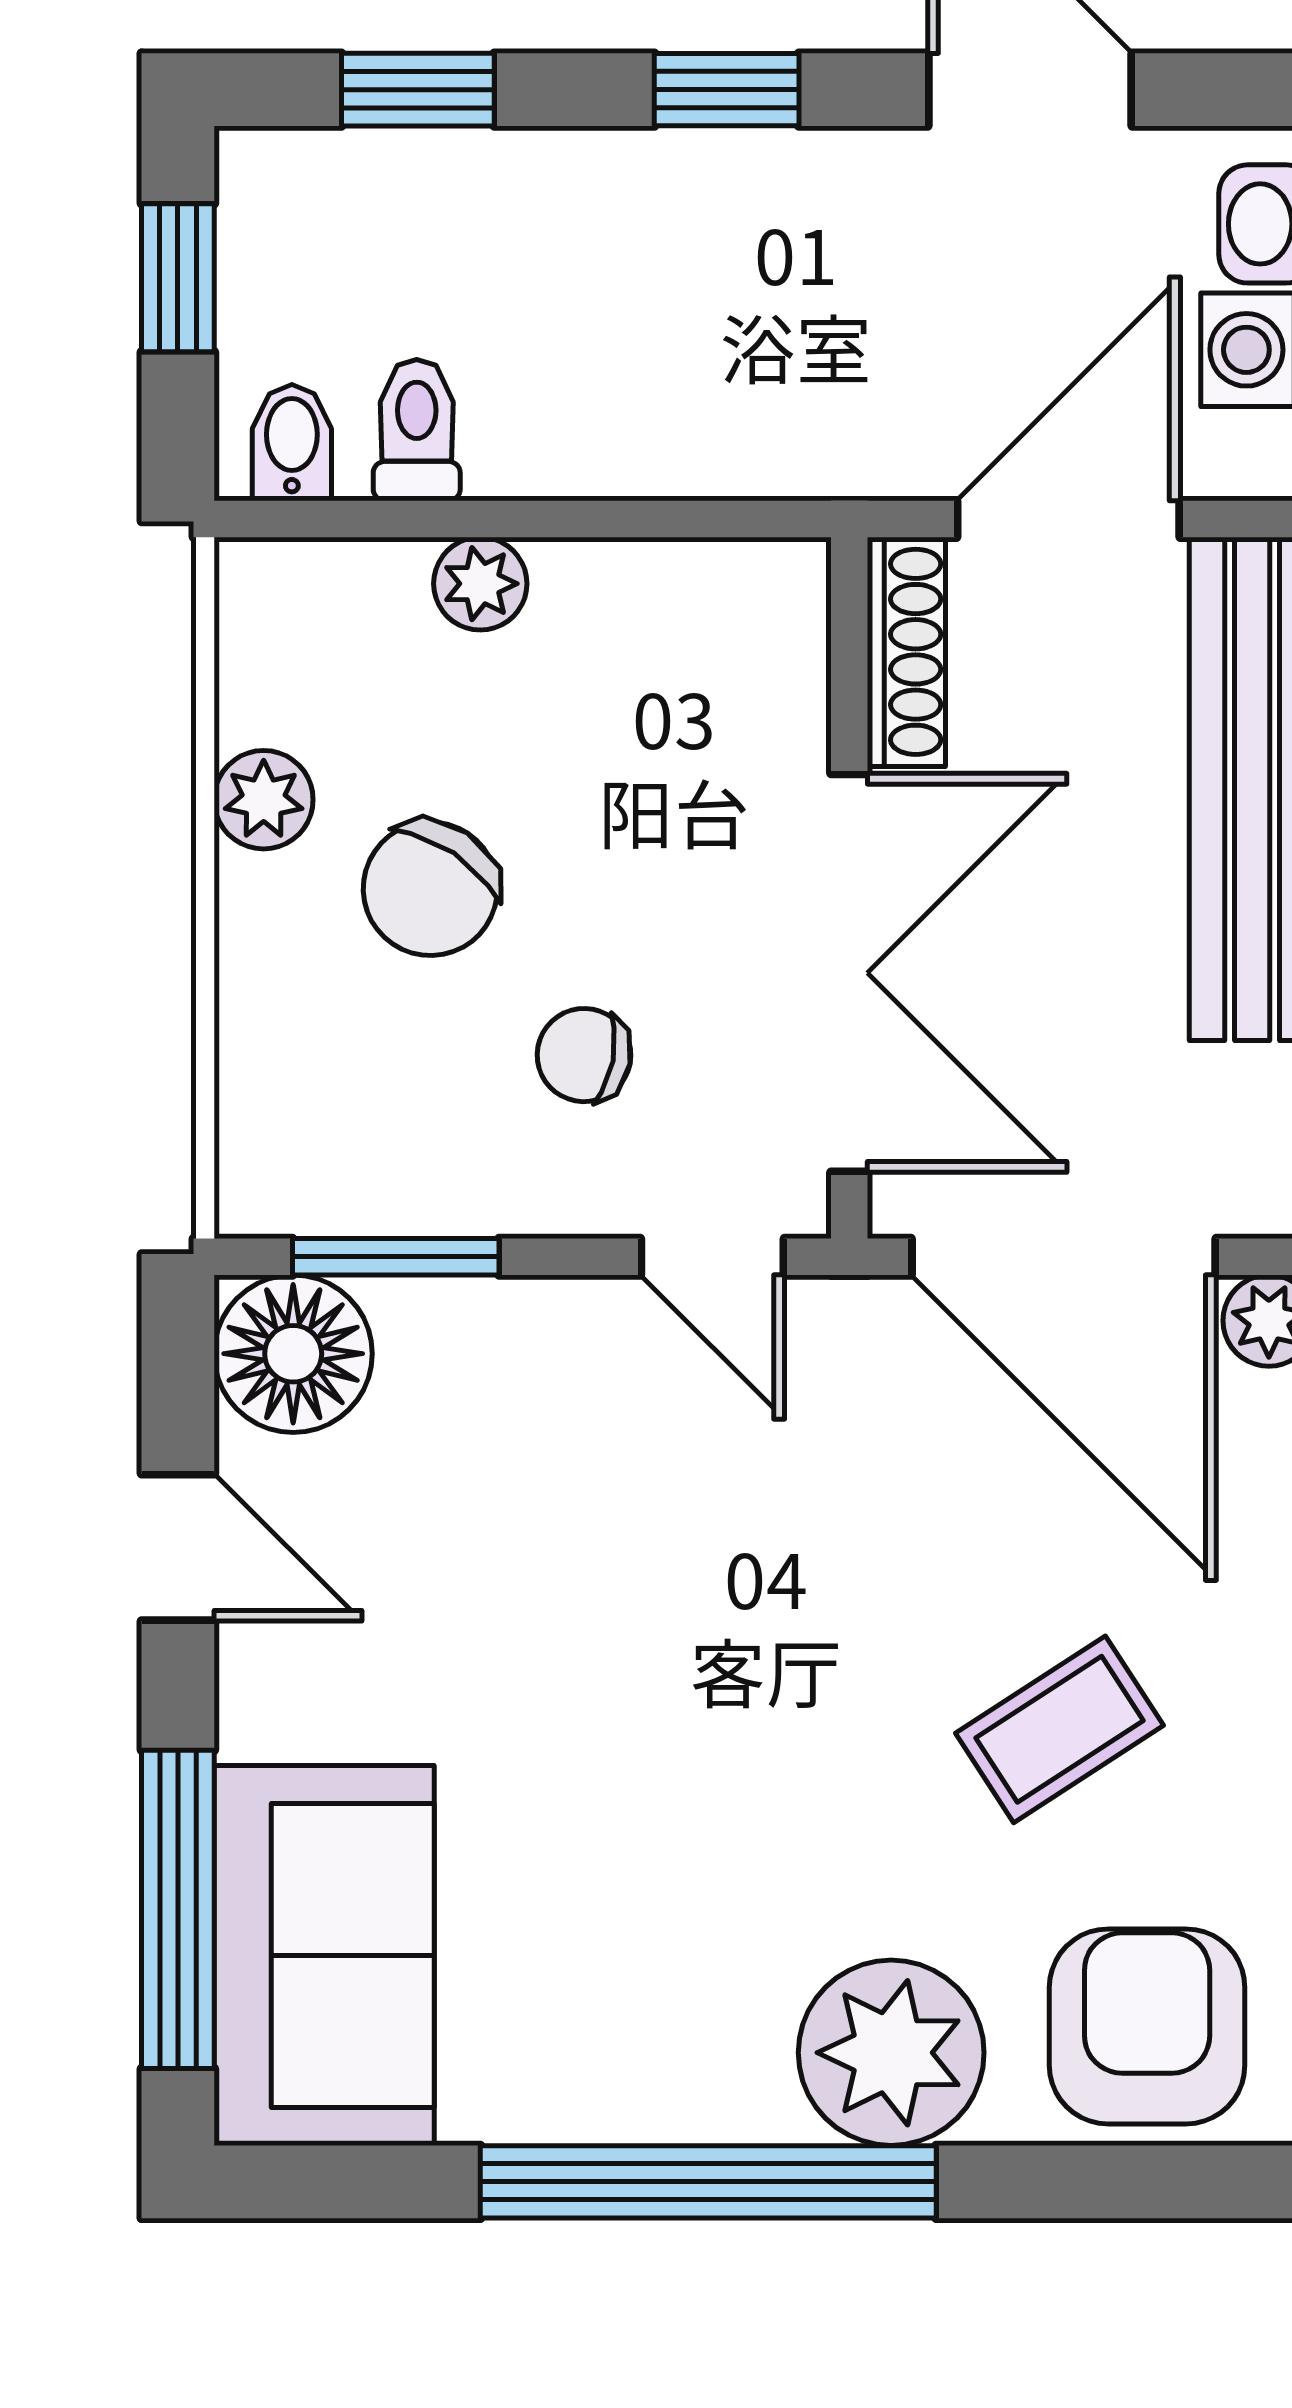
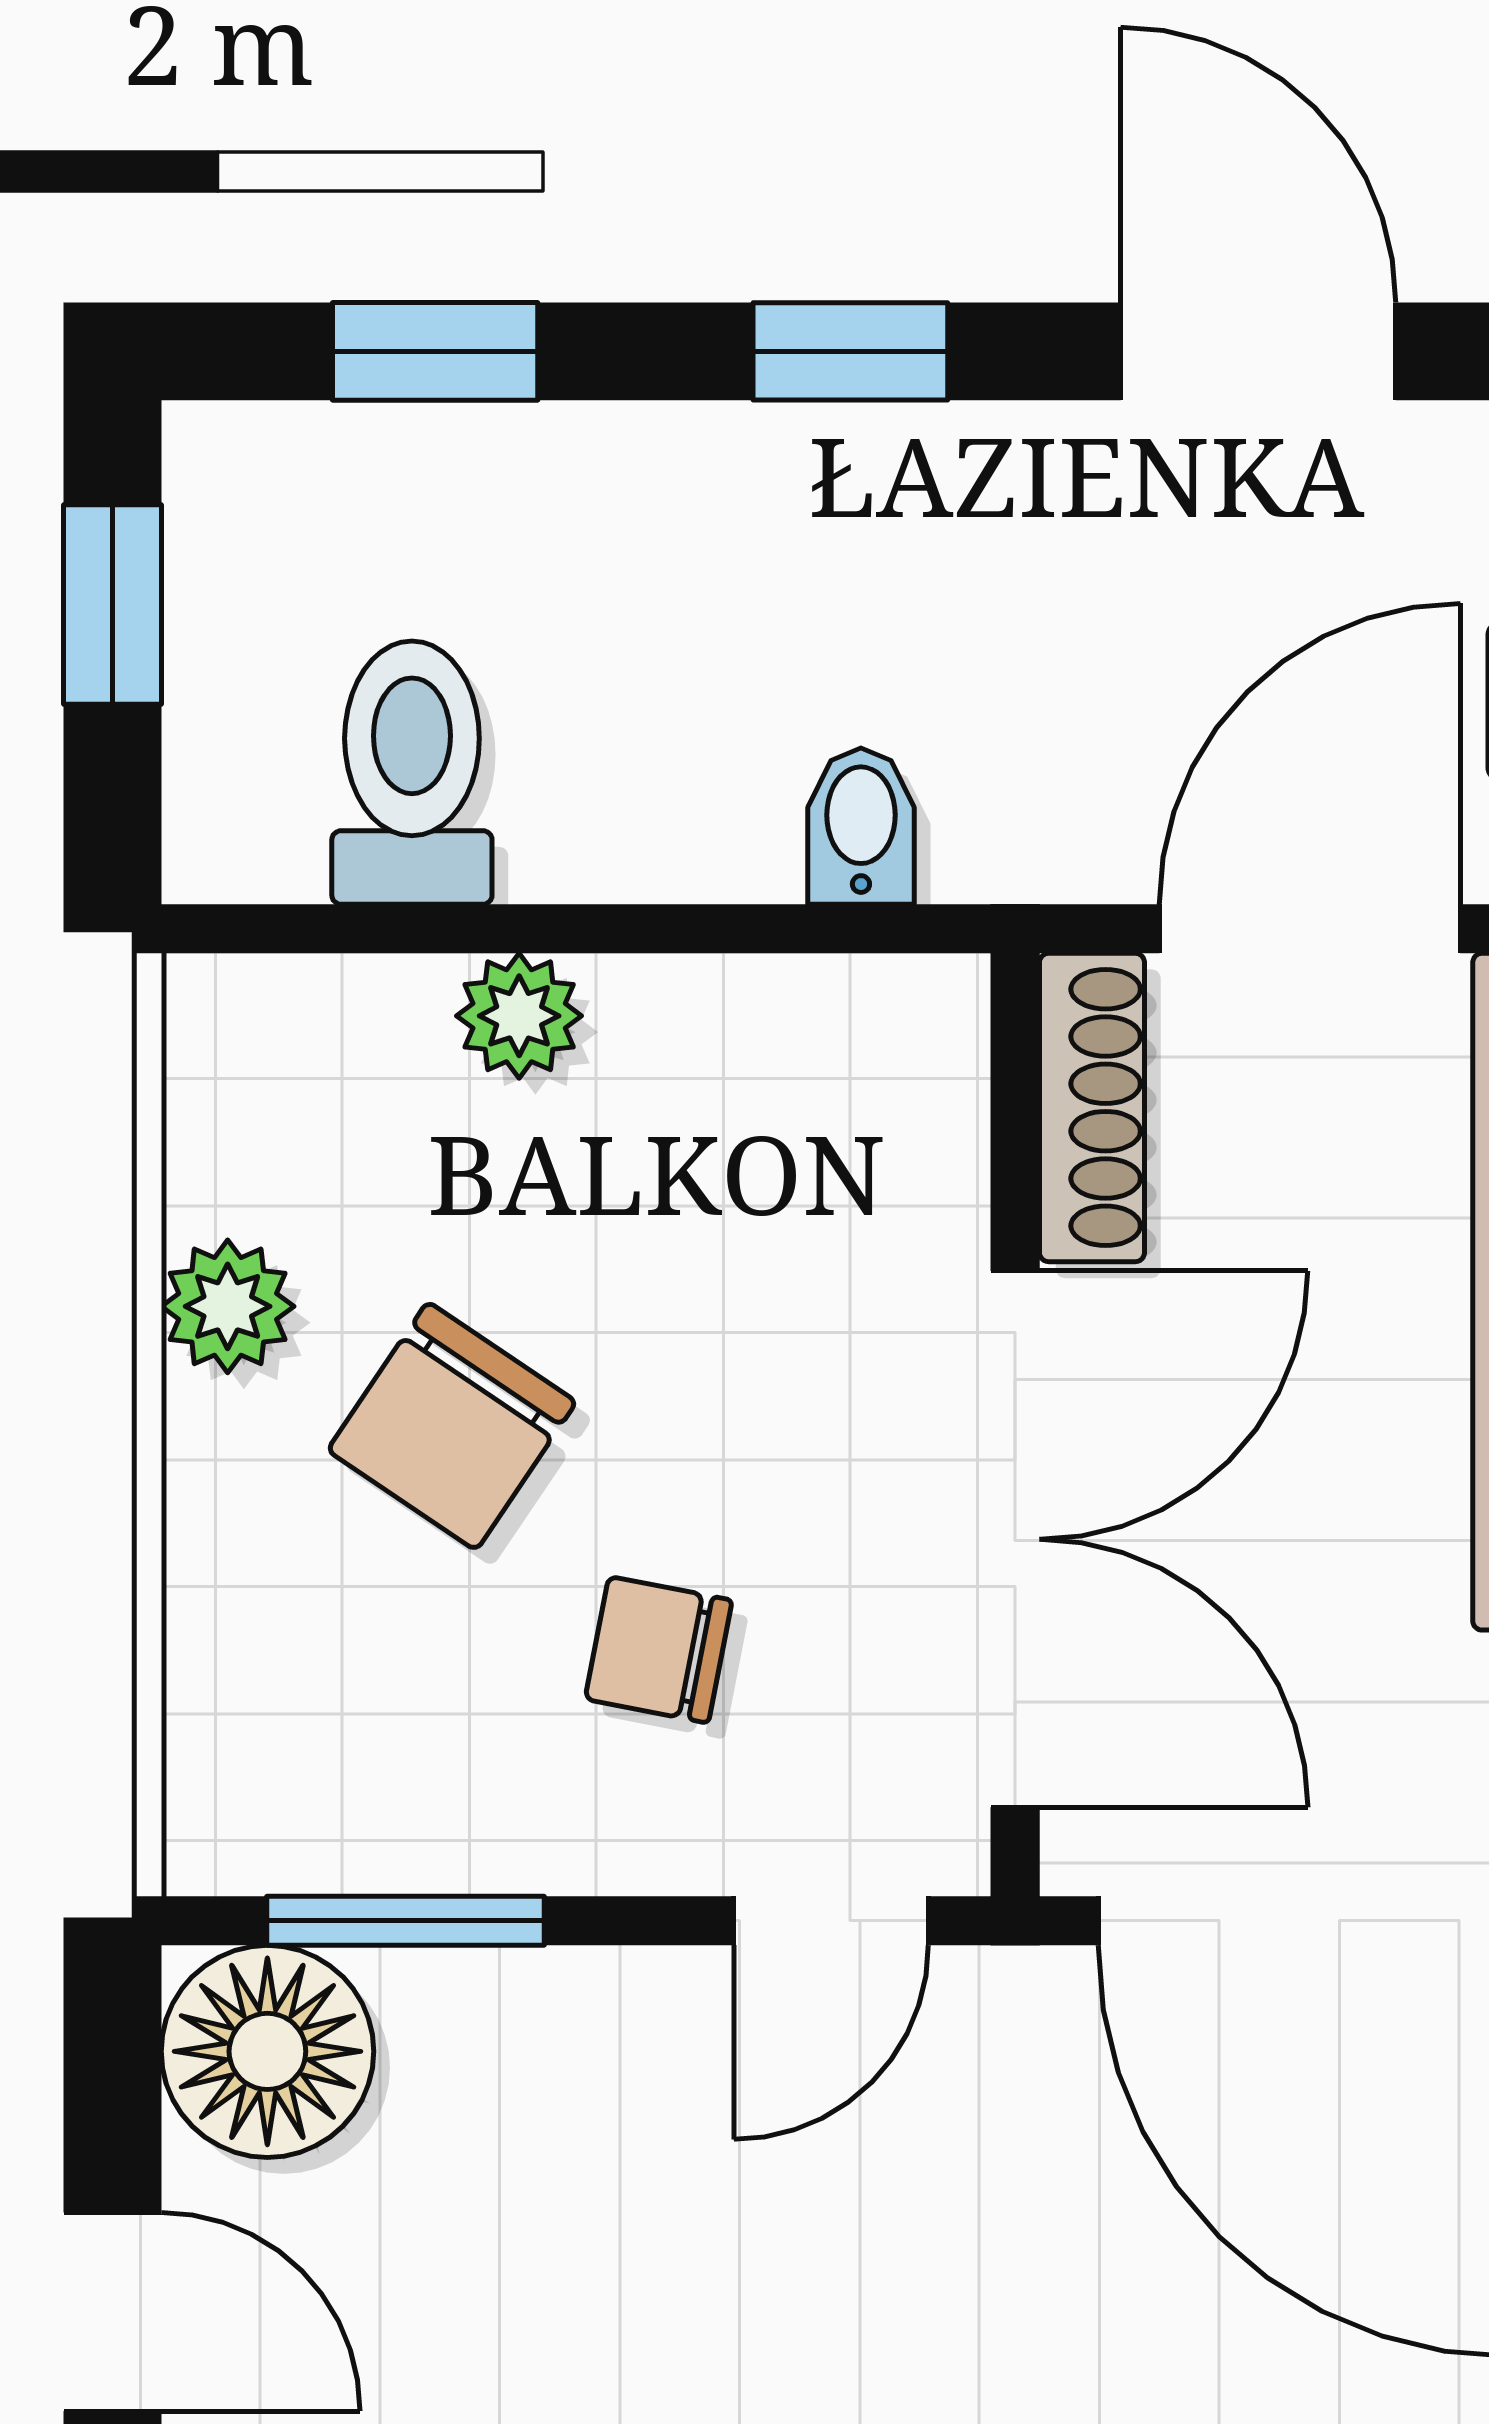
toilet: (417, 430) -> (412, 773), width x1.37, depth x1.39
bidet: (292, 443) -> (861, 826), moved
door: (712, 1257) -> (831, 1921), hinge flipped

